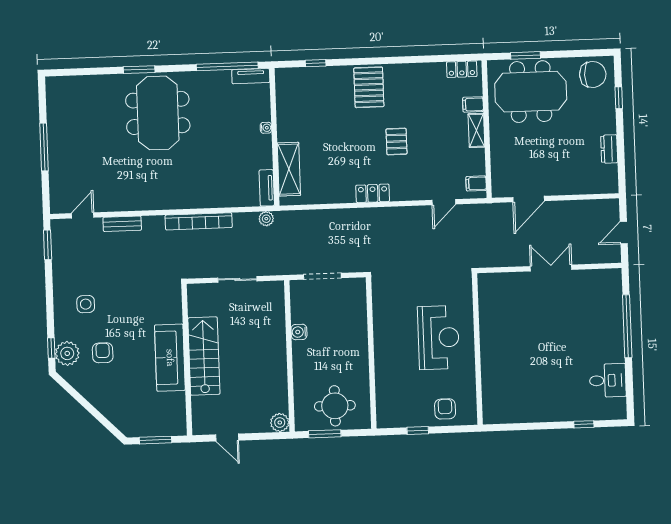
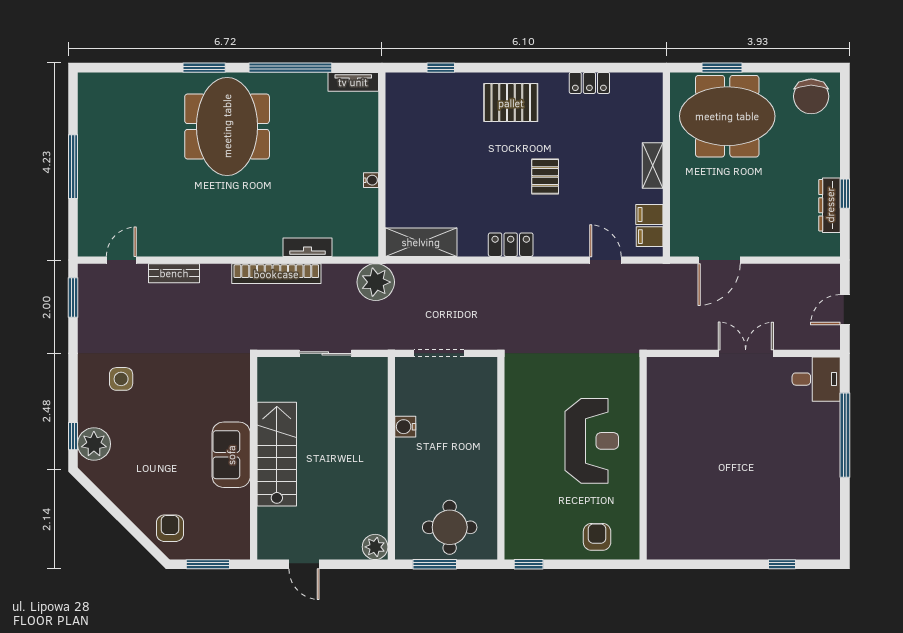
window: (227, 66) -> (290, 68), moved
locker: (462, 69) -> (589, 83), moved
chair: (593, 74) -> (811, 96), turned 90
pallet: (369, 87) -> (511, 103), turned 90
window: (619, 98) -> (845, 194), moved
filing cabinet: (473, 104) -> (649, 215), moved
water cooler: (266, 128) -> (371, 180), moved
dresser: (609, 149) -> (830, 205), width x1.44
shelving: (289, 169) -> (421, 242), moved, turned 90
tv unit: (267, 188) -> (308, 247), moved, turned 90
door: (444, 202) -> (606, 260), swing flipped
plant: (266, 219) -> (376, 282), width x1.88, depth x1.88
armchair: (103, 353) -> (170, 528), moved
sofa: (170, 358) -> (231, 455), width x0.73
desk: (608, 380) -> (816, 379), moved
window: (418, 430) -> (529, 564), moved

